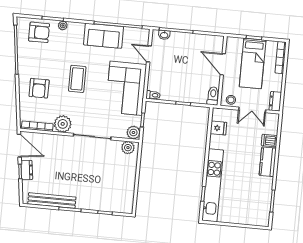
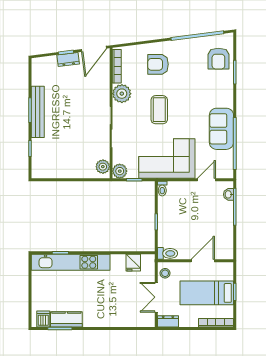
plant: (63, 25) -> (228, 84), removed
coffee table: (77, 79) -> (159, 110), moved, turned 90
dishwasher: (269, 141) -> (43, 319), moved
kitchen counter: (268, 162) -> (66, 319), moved
bench: (52, 200) -> (38, 112), moved

